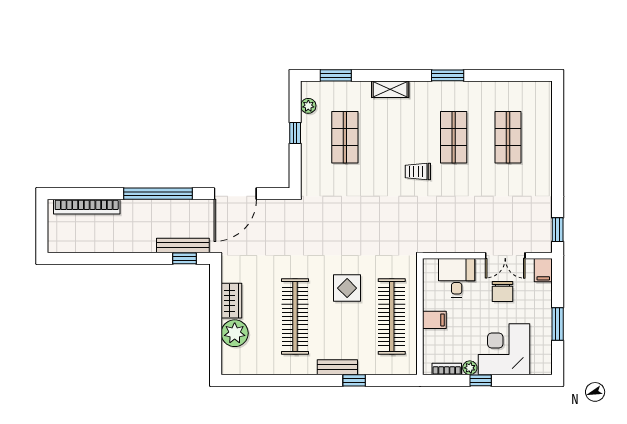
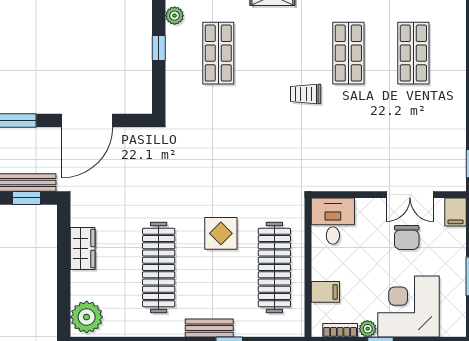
desk: (457, 278) -> (333, 221), moved
filing cabinet: (434, 320) -> (325, 292), moved
plant: (235, 333) -> (87, 317), moved

